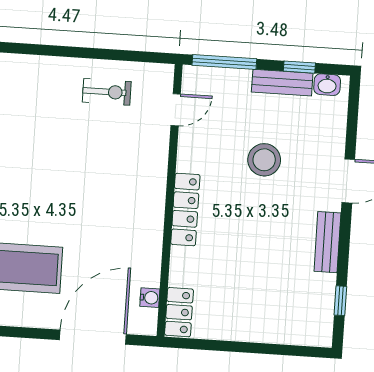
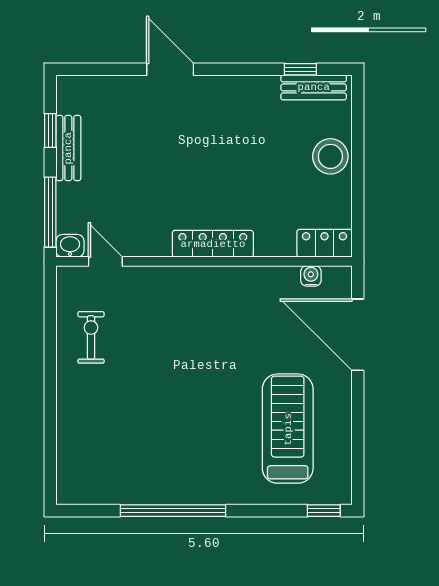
washbasin: (327, 85) -> (70, 246), moved, turned -90
stool: (264, 160) -> (330, 156), moved
bench: (327, 242) -> (314, 87), moved

